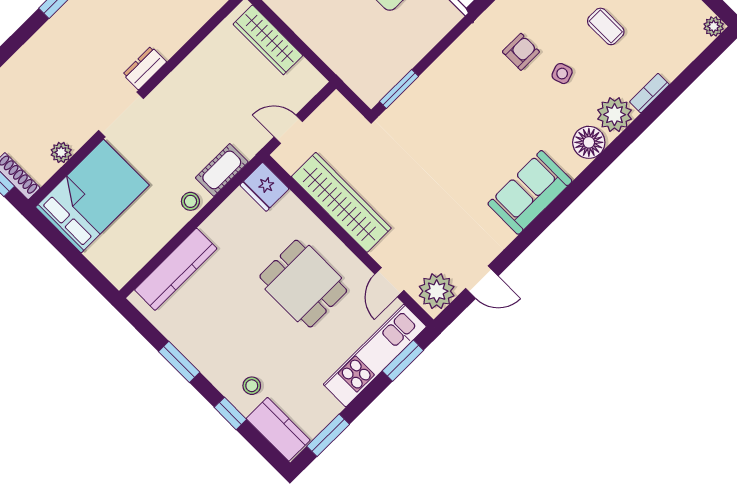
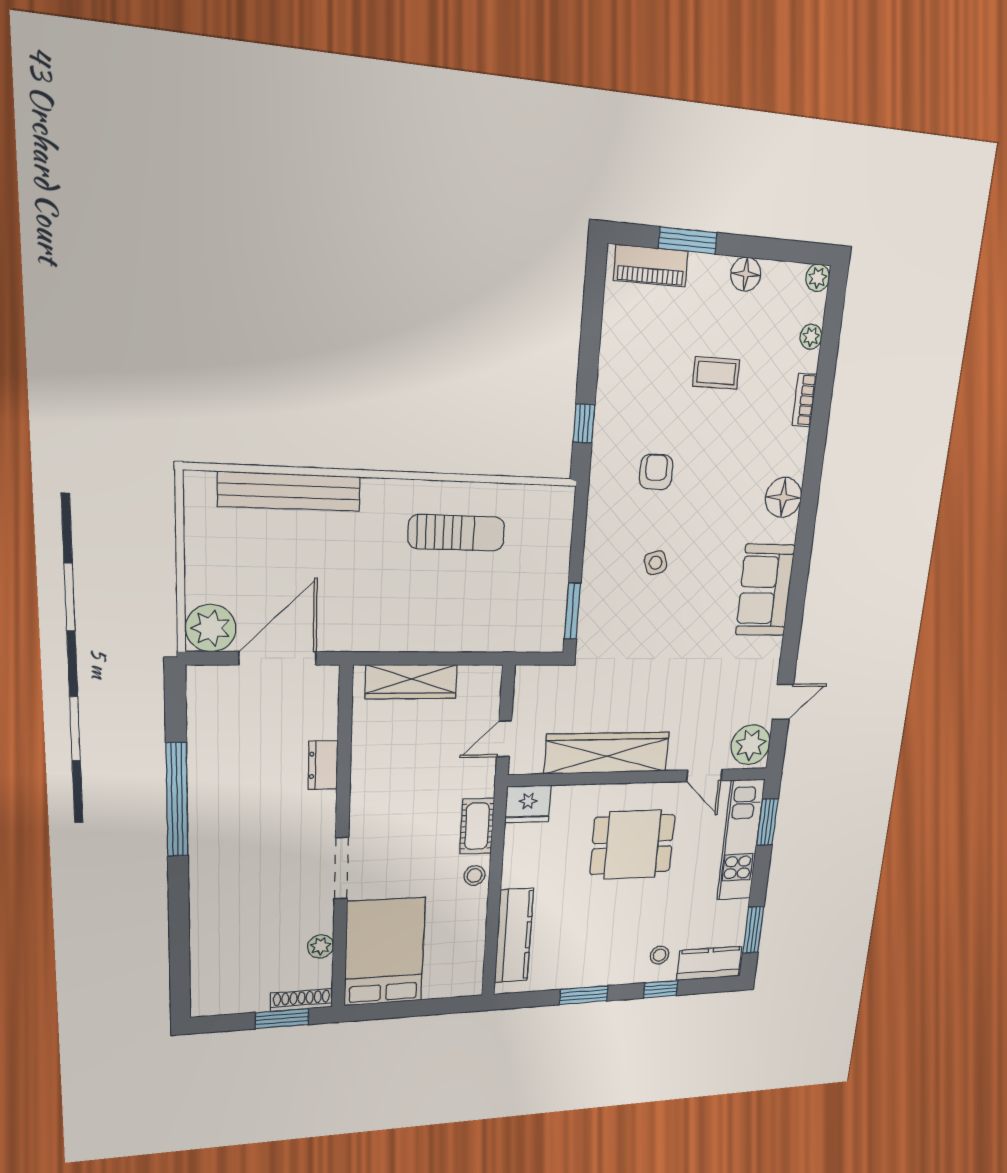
dresser: (145, 68) -> (323, 765), moved
side table: (562, 74) -> (656, 563), moved
plant: (615, 115) -> (811, 337), moved, width x0.53, depth x0.53

